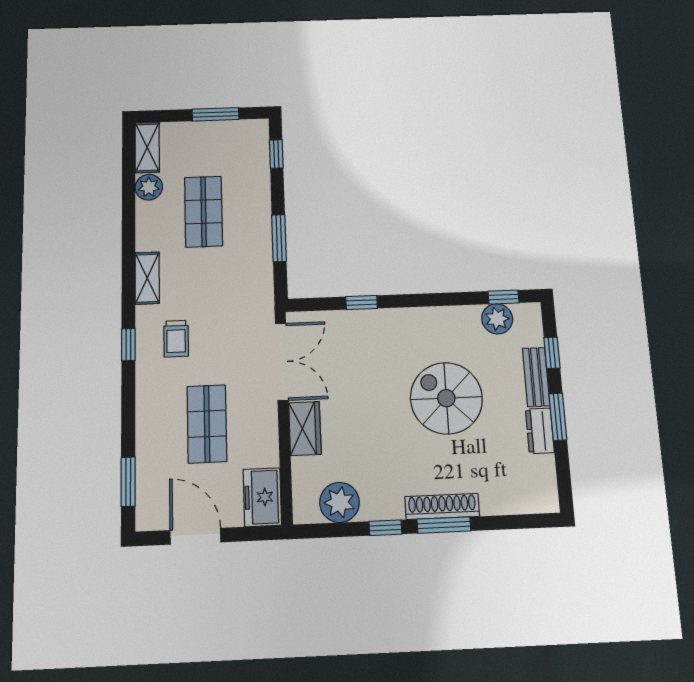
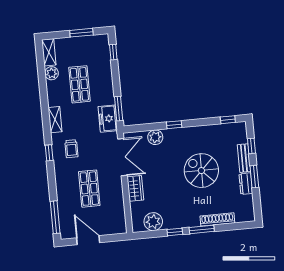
window: (279, 238) -> (119, 109), moved
window: (362, 303) -> (174, 125), moved
plant: (497, 319) -> (155, 137), moved
window: (128, 482) -> (55, 217), width x1.44
freezer: (262, 497) -> (108, 119), moved
shoe rack: (442, 506) -> (217, 219), moved

